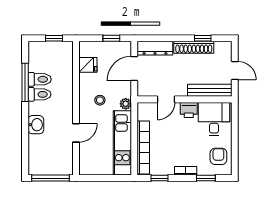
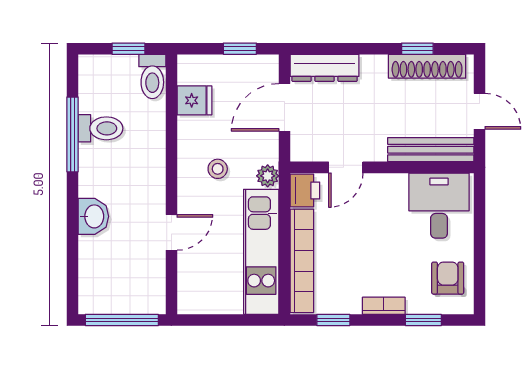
shoe rack: (194, 47) -> (427, 66), moved
toilet: (39, 94) -> (152, 76), moved, turned 90
printer: (189, 110) -> (305, 191), moved, turned -90

